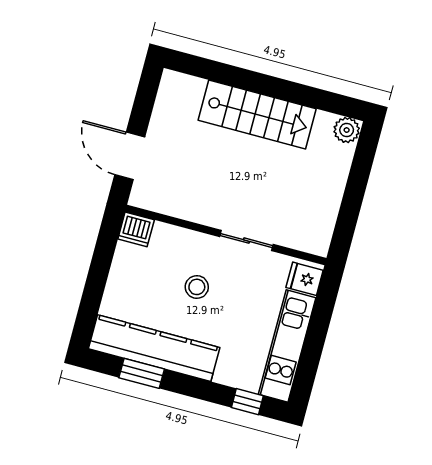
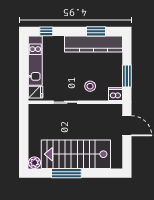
window: (285, 90) -> (66, 173), added
stairs: (257, 114) -> (76, 154), width x1.36, depth x1.51
window: (102, 261) -> (127, 76), added
stool: (197, 287) -> (90, 86), moved

